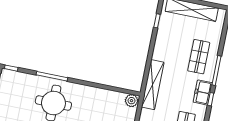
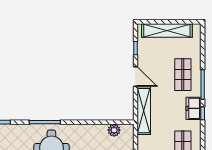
door: (151, 49) -> (135, 77), added
plant: (132, 101) -> (114, 130), moved

